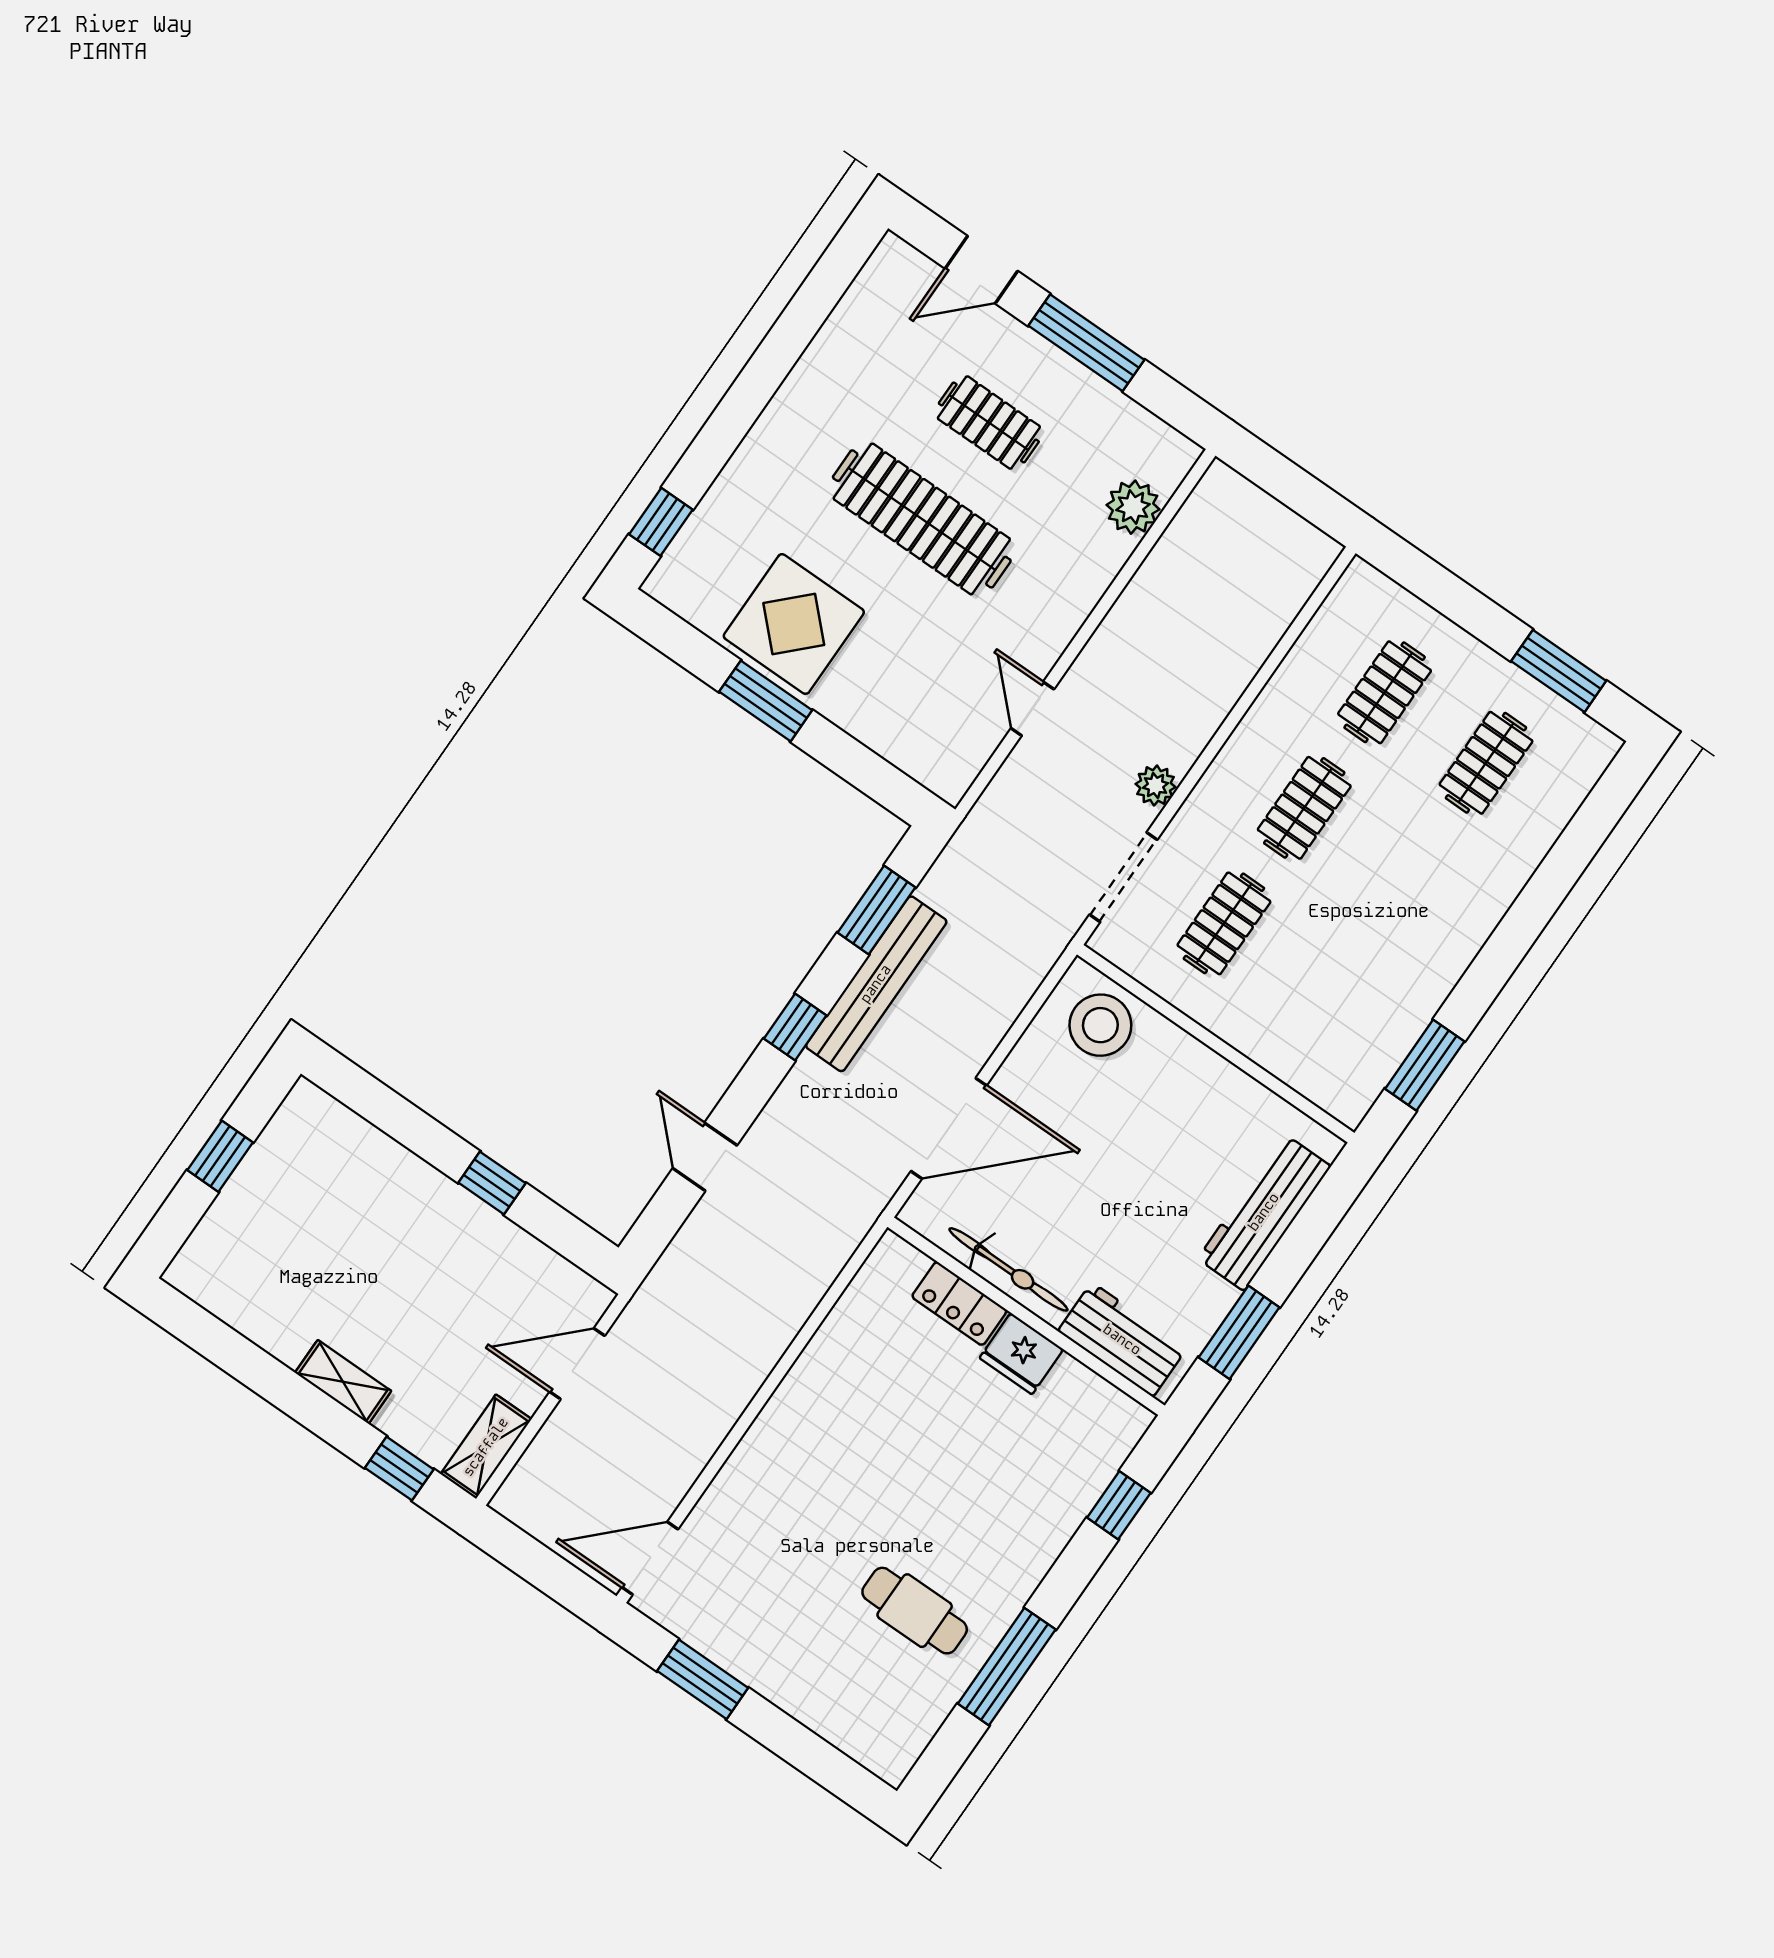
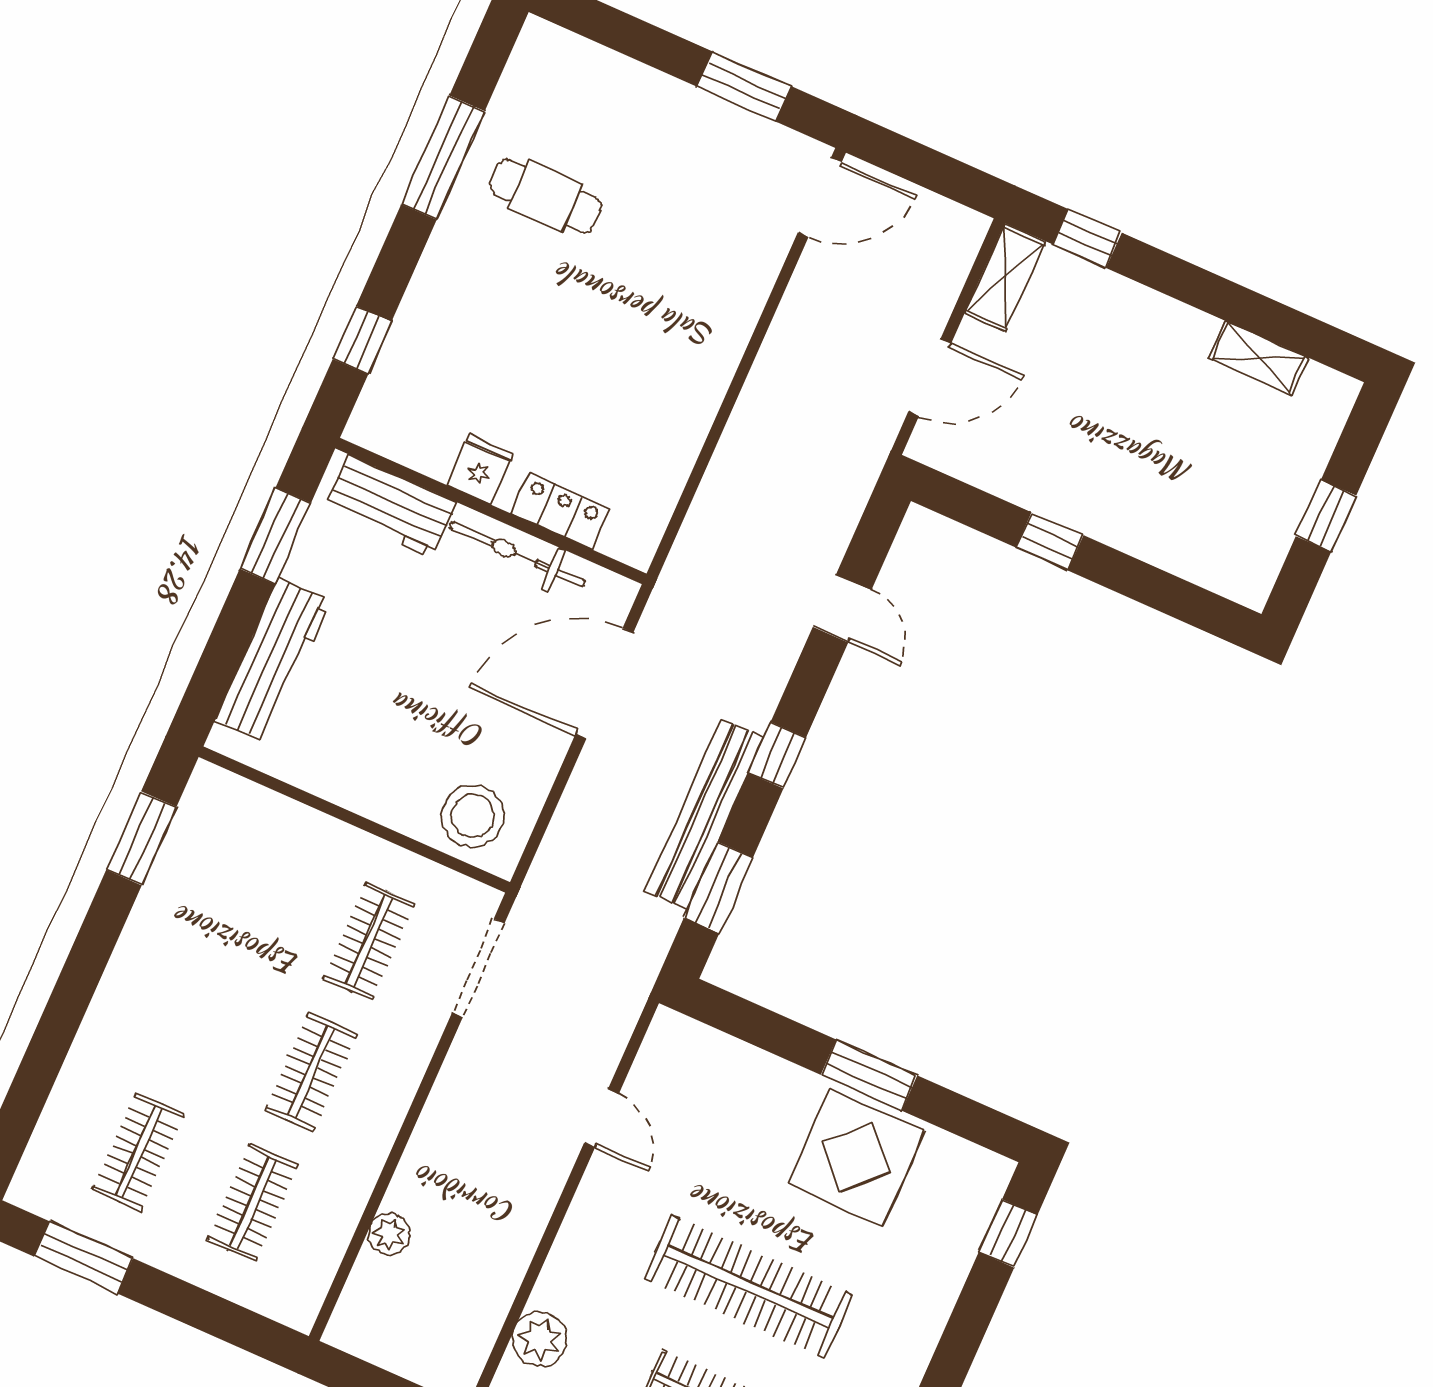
plant: (1155, 786) -> (389, 1234), moved
fridge: (1021, 1354) -> (480, 469), width x0.72
shelving: (343, 1382) -> (1258, 358), moved

